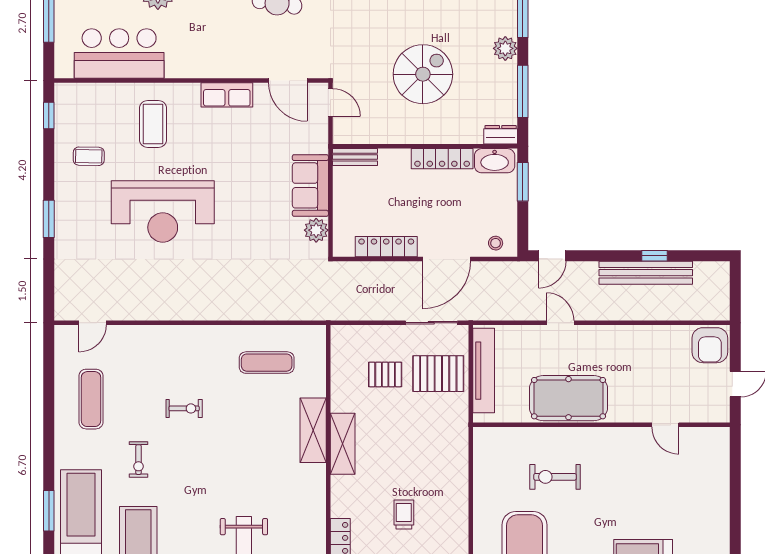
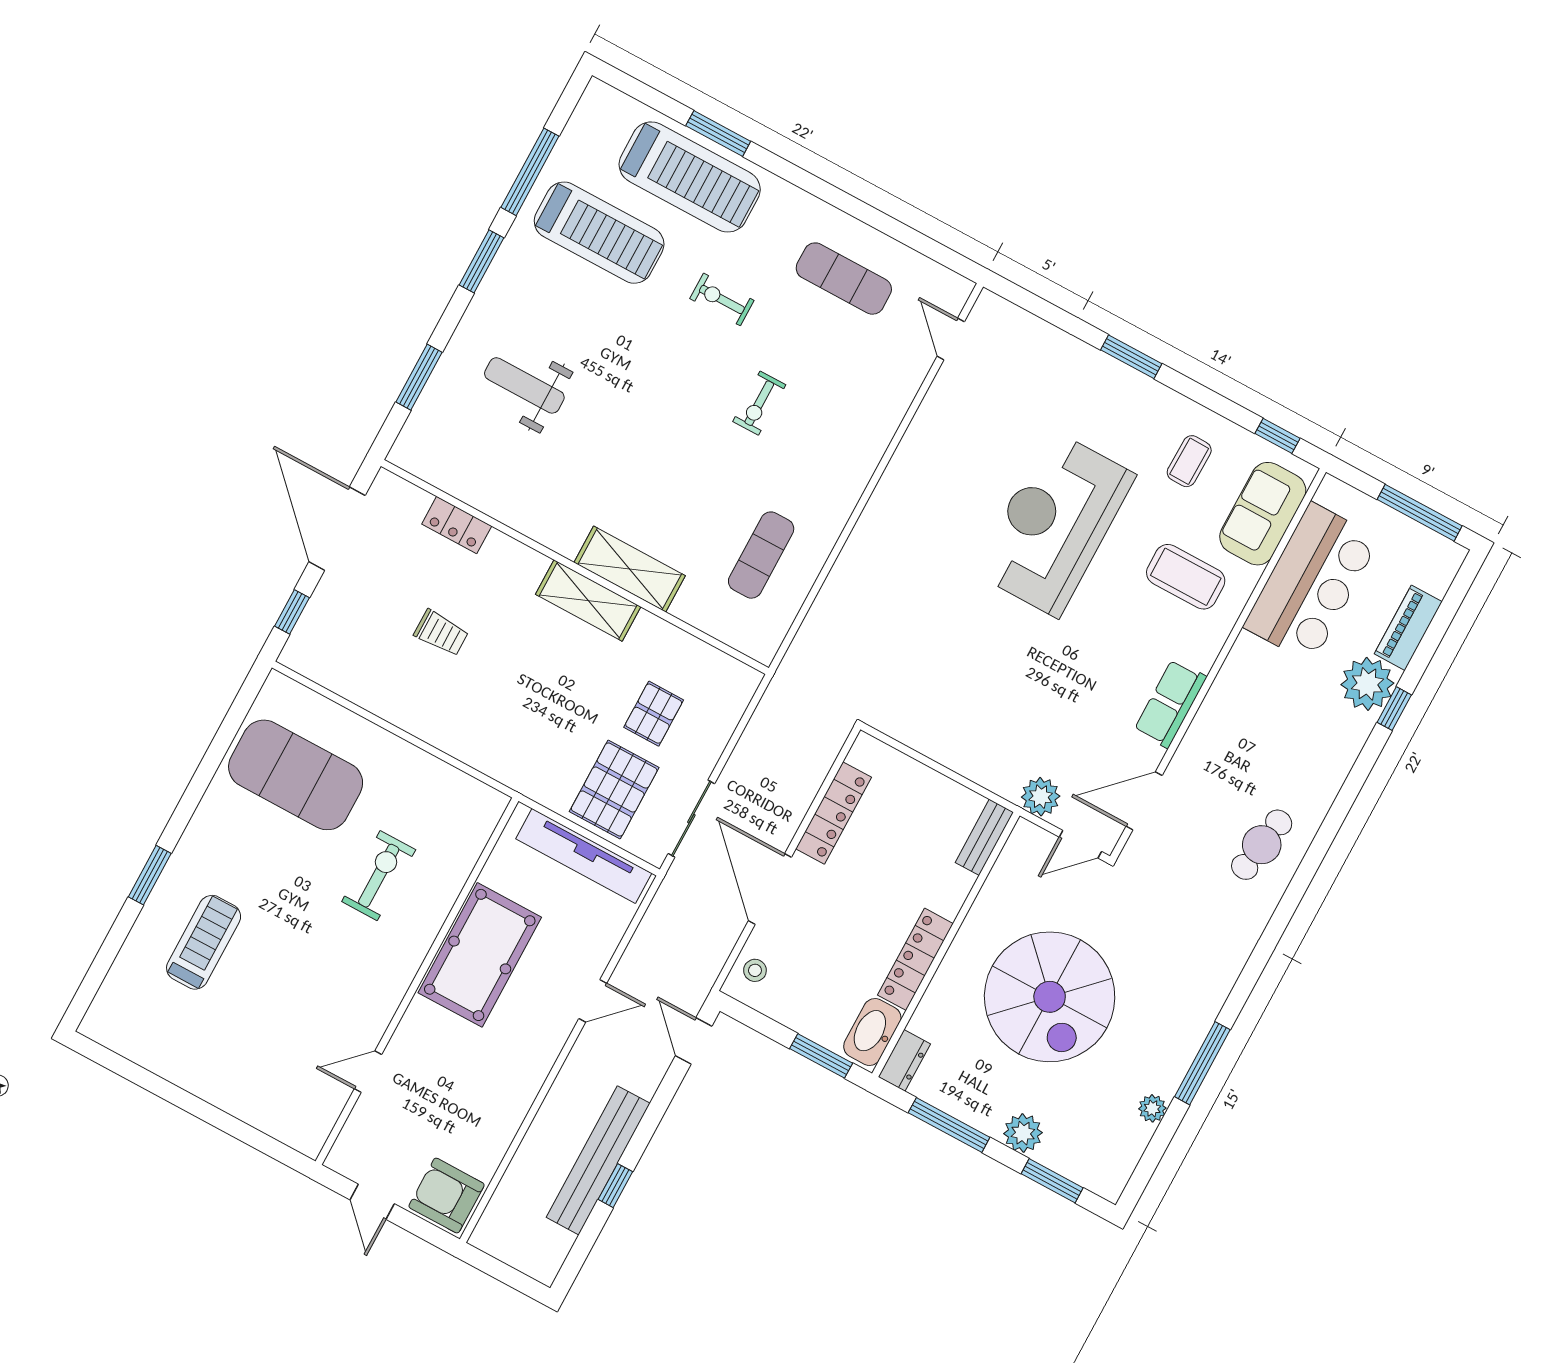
spiral stairs: (423, 74) -> (1050, 997), width x1.37, depth x1.37
sofa: (310, 185) -> (1263, 514), moved, turned -90
plant: (316, 230) -> (1041, 797), moved

